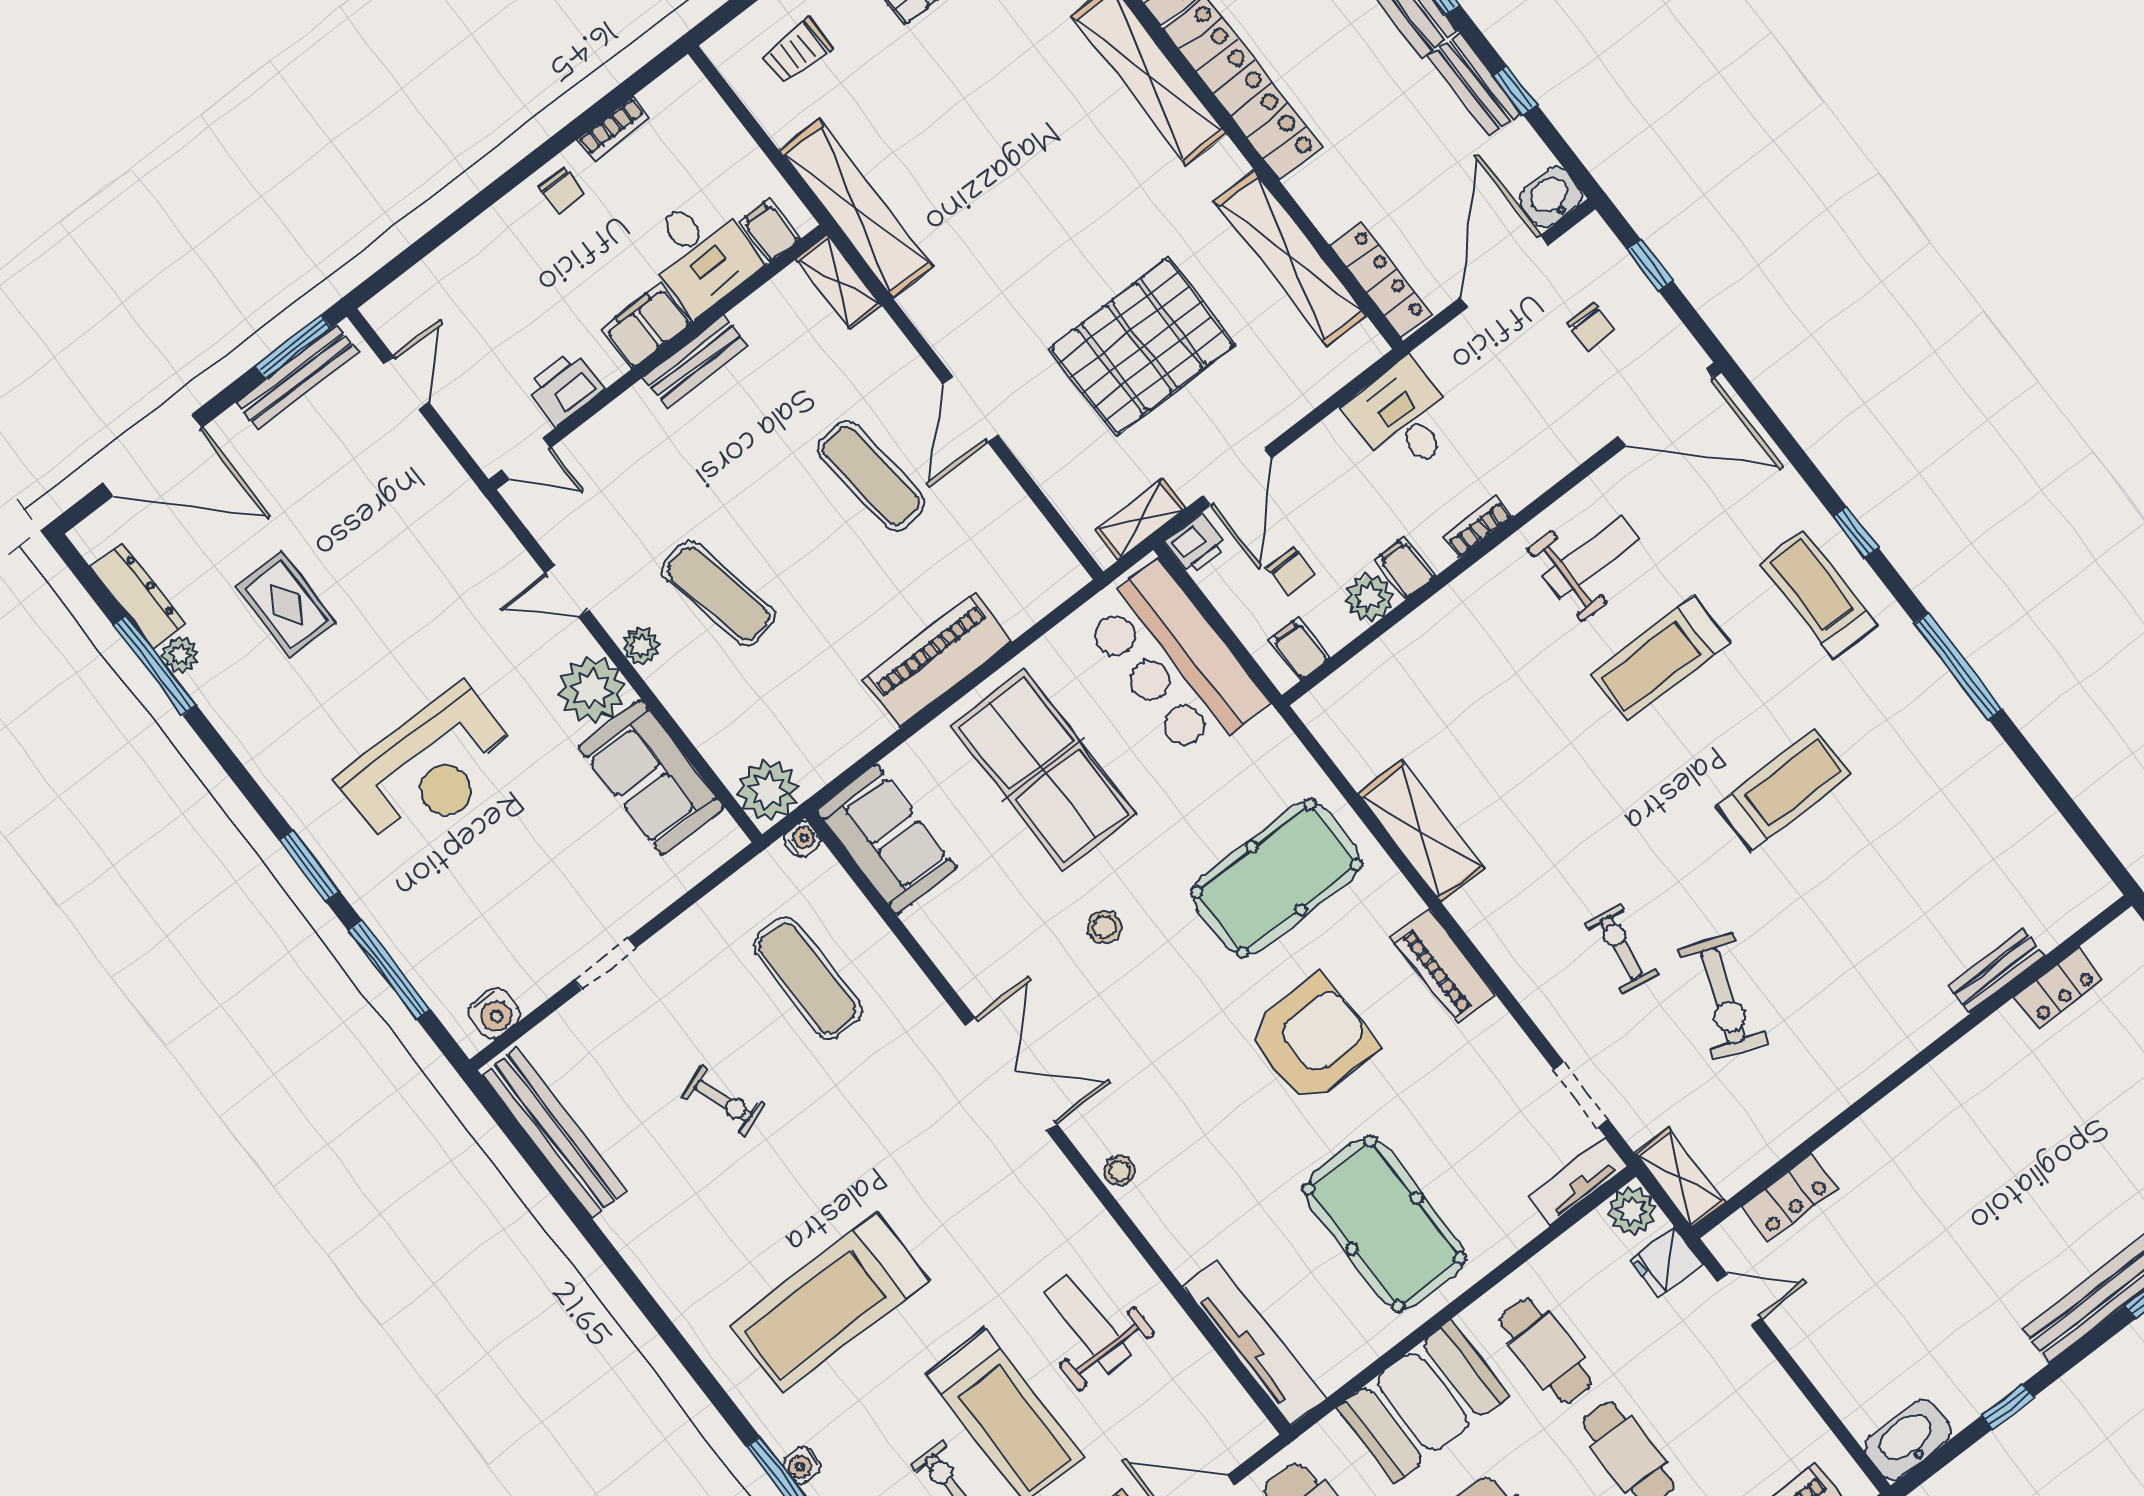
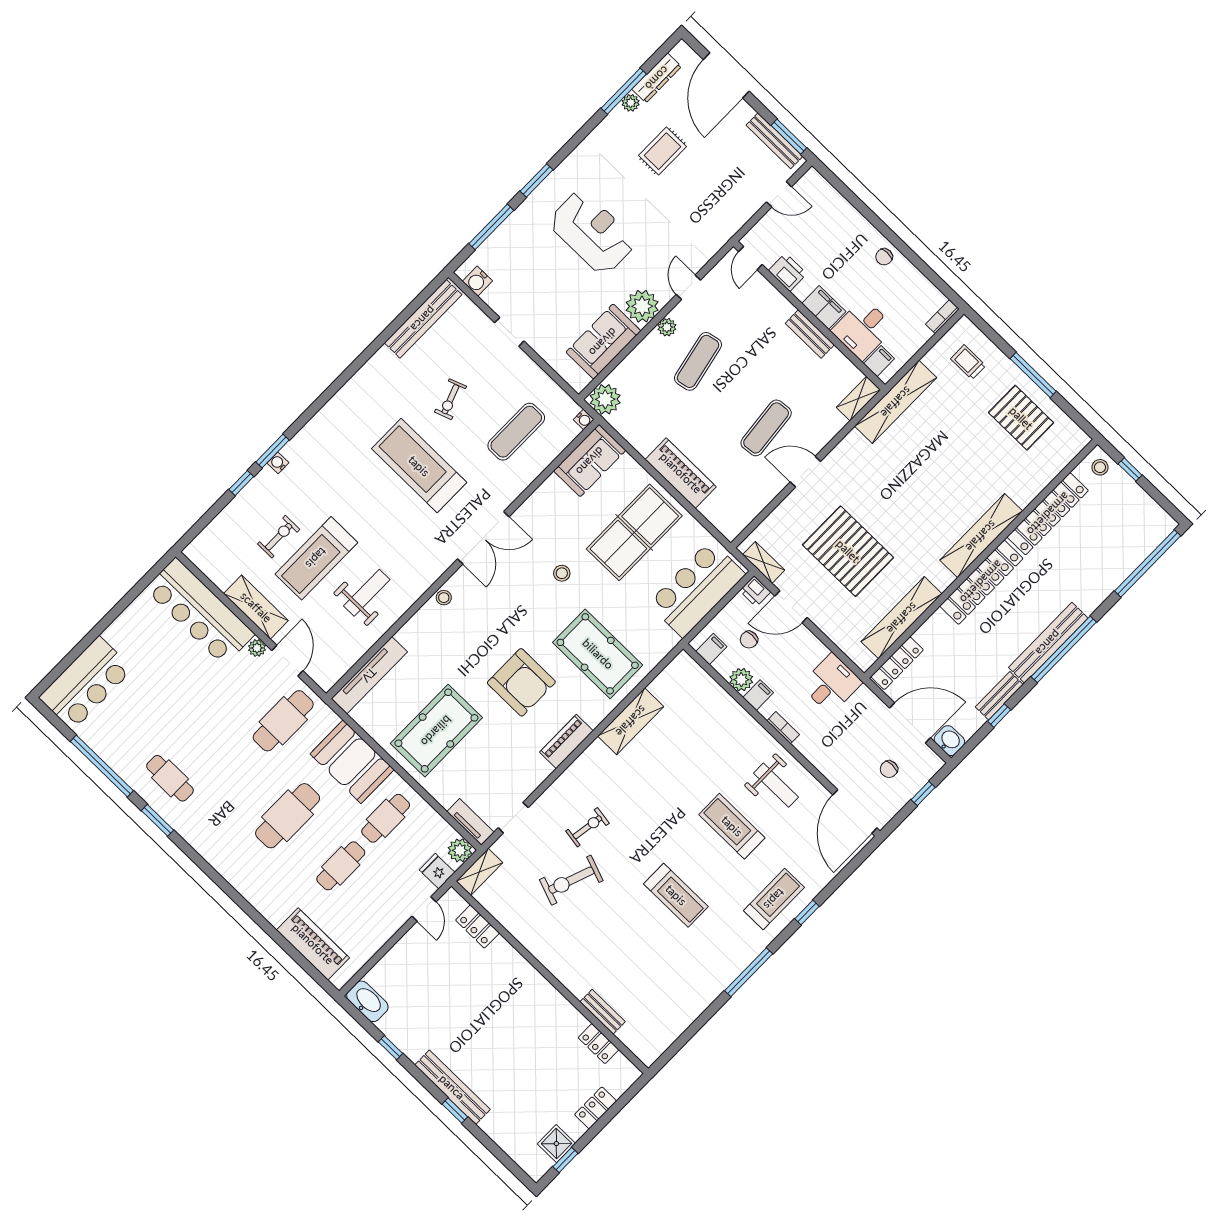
bookcase: (614, 129) -> (942, 317), moved, turned 90
reception desk: (429, 769) -> (592, 232), turned 180
treadmill: (829, 1303) -> (419, 466), moved

